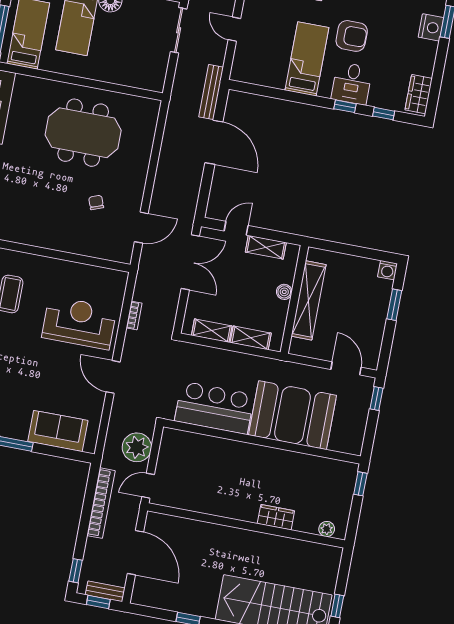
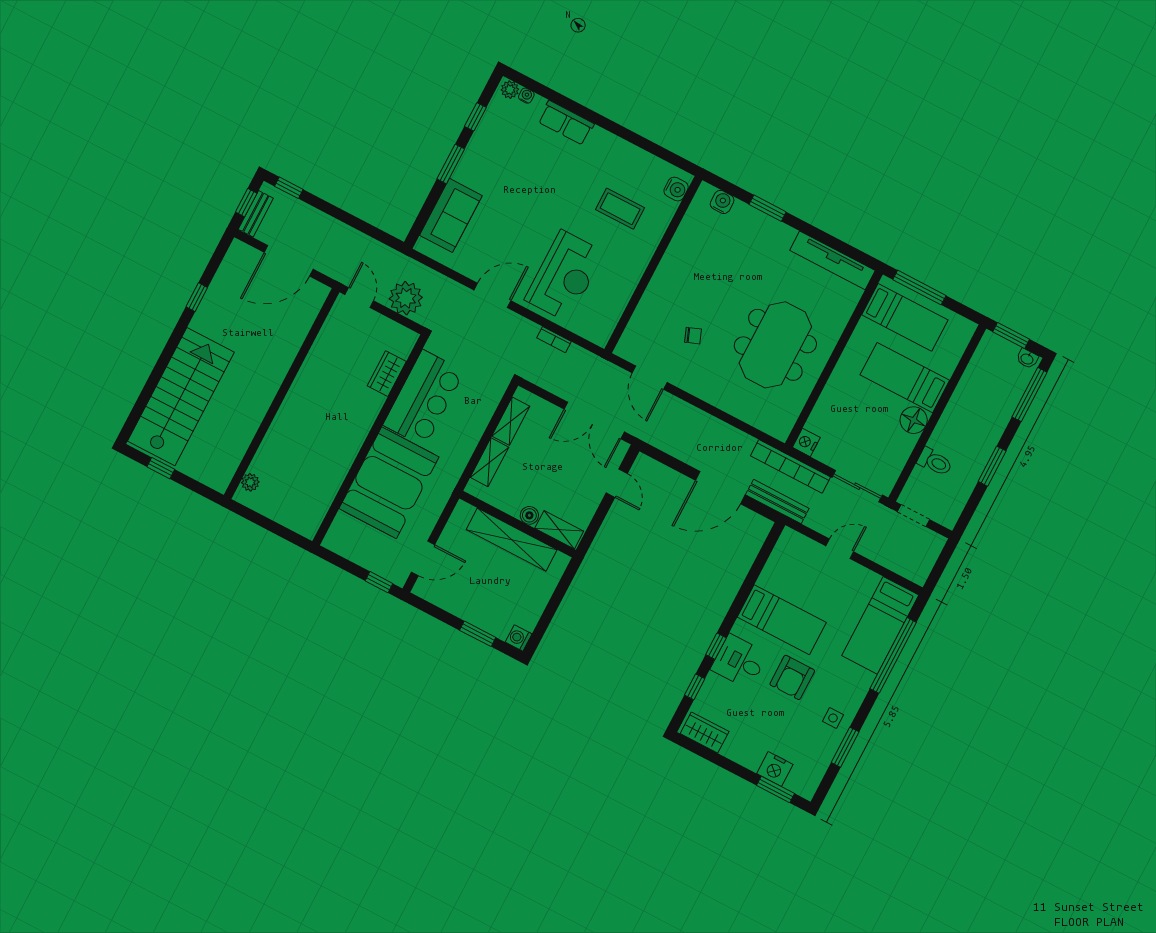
nightstand: (155, 83) -> (806, 442), added
shelving: (266, 247) -> (559, 530), moved, turned 90
window: (360, 484) -> (289, 535), removed
bookcase: (101, 503) -> (790, 466), moved
wardrobe: (276, 517) -> (387, 374), moved, turned 180

